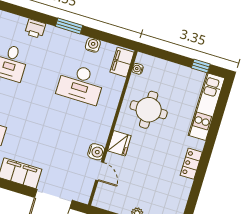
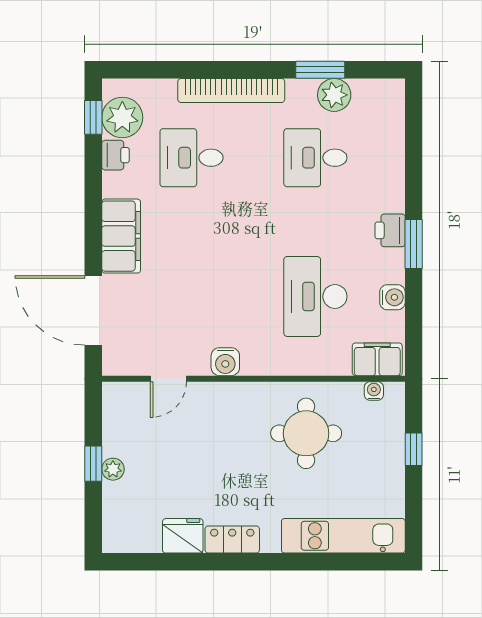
printer: (35, 29) -> (390, 230), moved
window: (201, 66) -> (414, 449), moved
fridge: (119, 143) -> (183, 536), moved, turned 180
water cooler: (96, 152) -> (225, 362), moved

